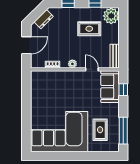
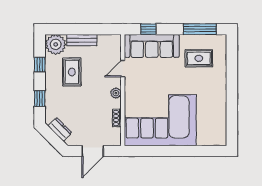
door: (26, 45) -> (93, 151), swing flipped
bench: (115, 56) -> (82, 40), moved
sofa: (110, 87) -> (152, 46), width x1.36
corner sofa: (59, 132) -> (160, 120), moved, turned 90

